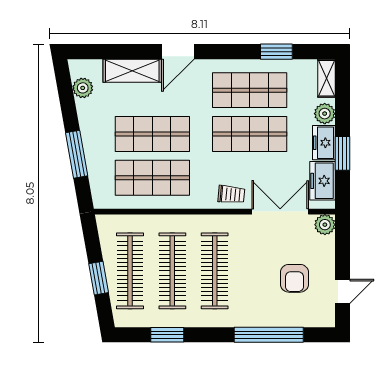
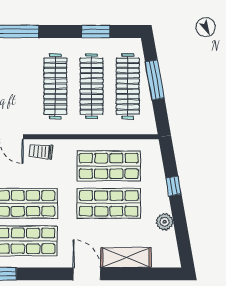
door: (178, 52) -> (87, 274), hinge flipped
plant: (83, 88) -> (165, 222), moved
window: (77, 154) -> (174, 186), width x0.46
window: (99, 278) -> (155, 80), width x1.44

